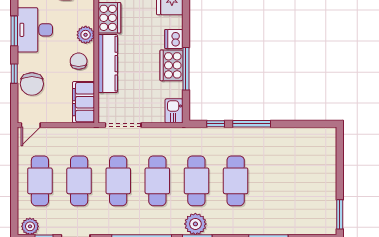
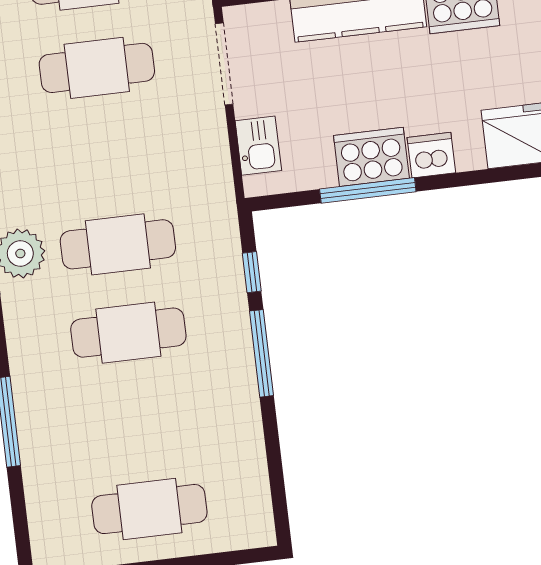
kitchen sink: (174, 111) -> (258, 146), moved, turned 90
cafe table: (157, 181) -> (149, 509), moved

